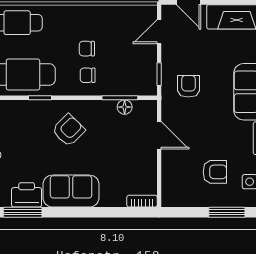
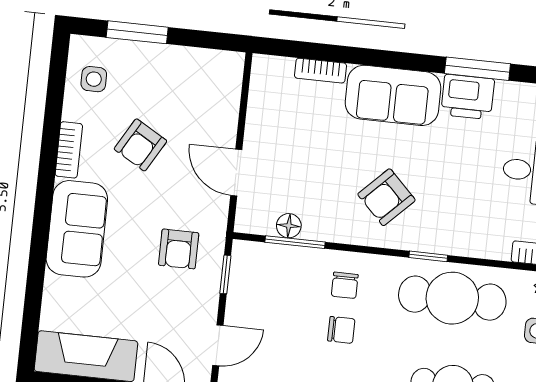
chair: (88, 75) -> (345, 285), turned 90
armchair: (215, 172) -> (140, 145), moved, turned -60
bookcase: (142, 201) -> (320, 71), moved

